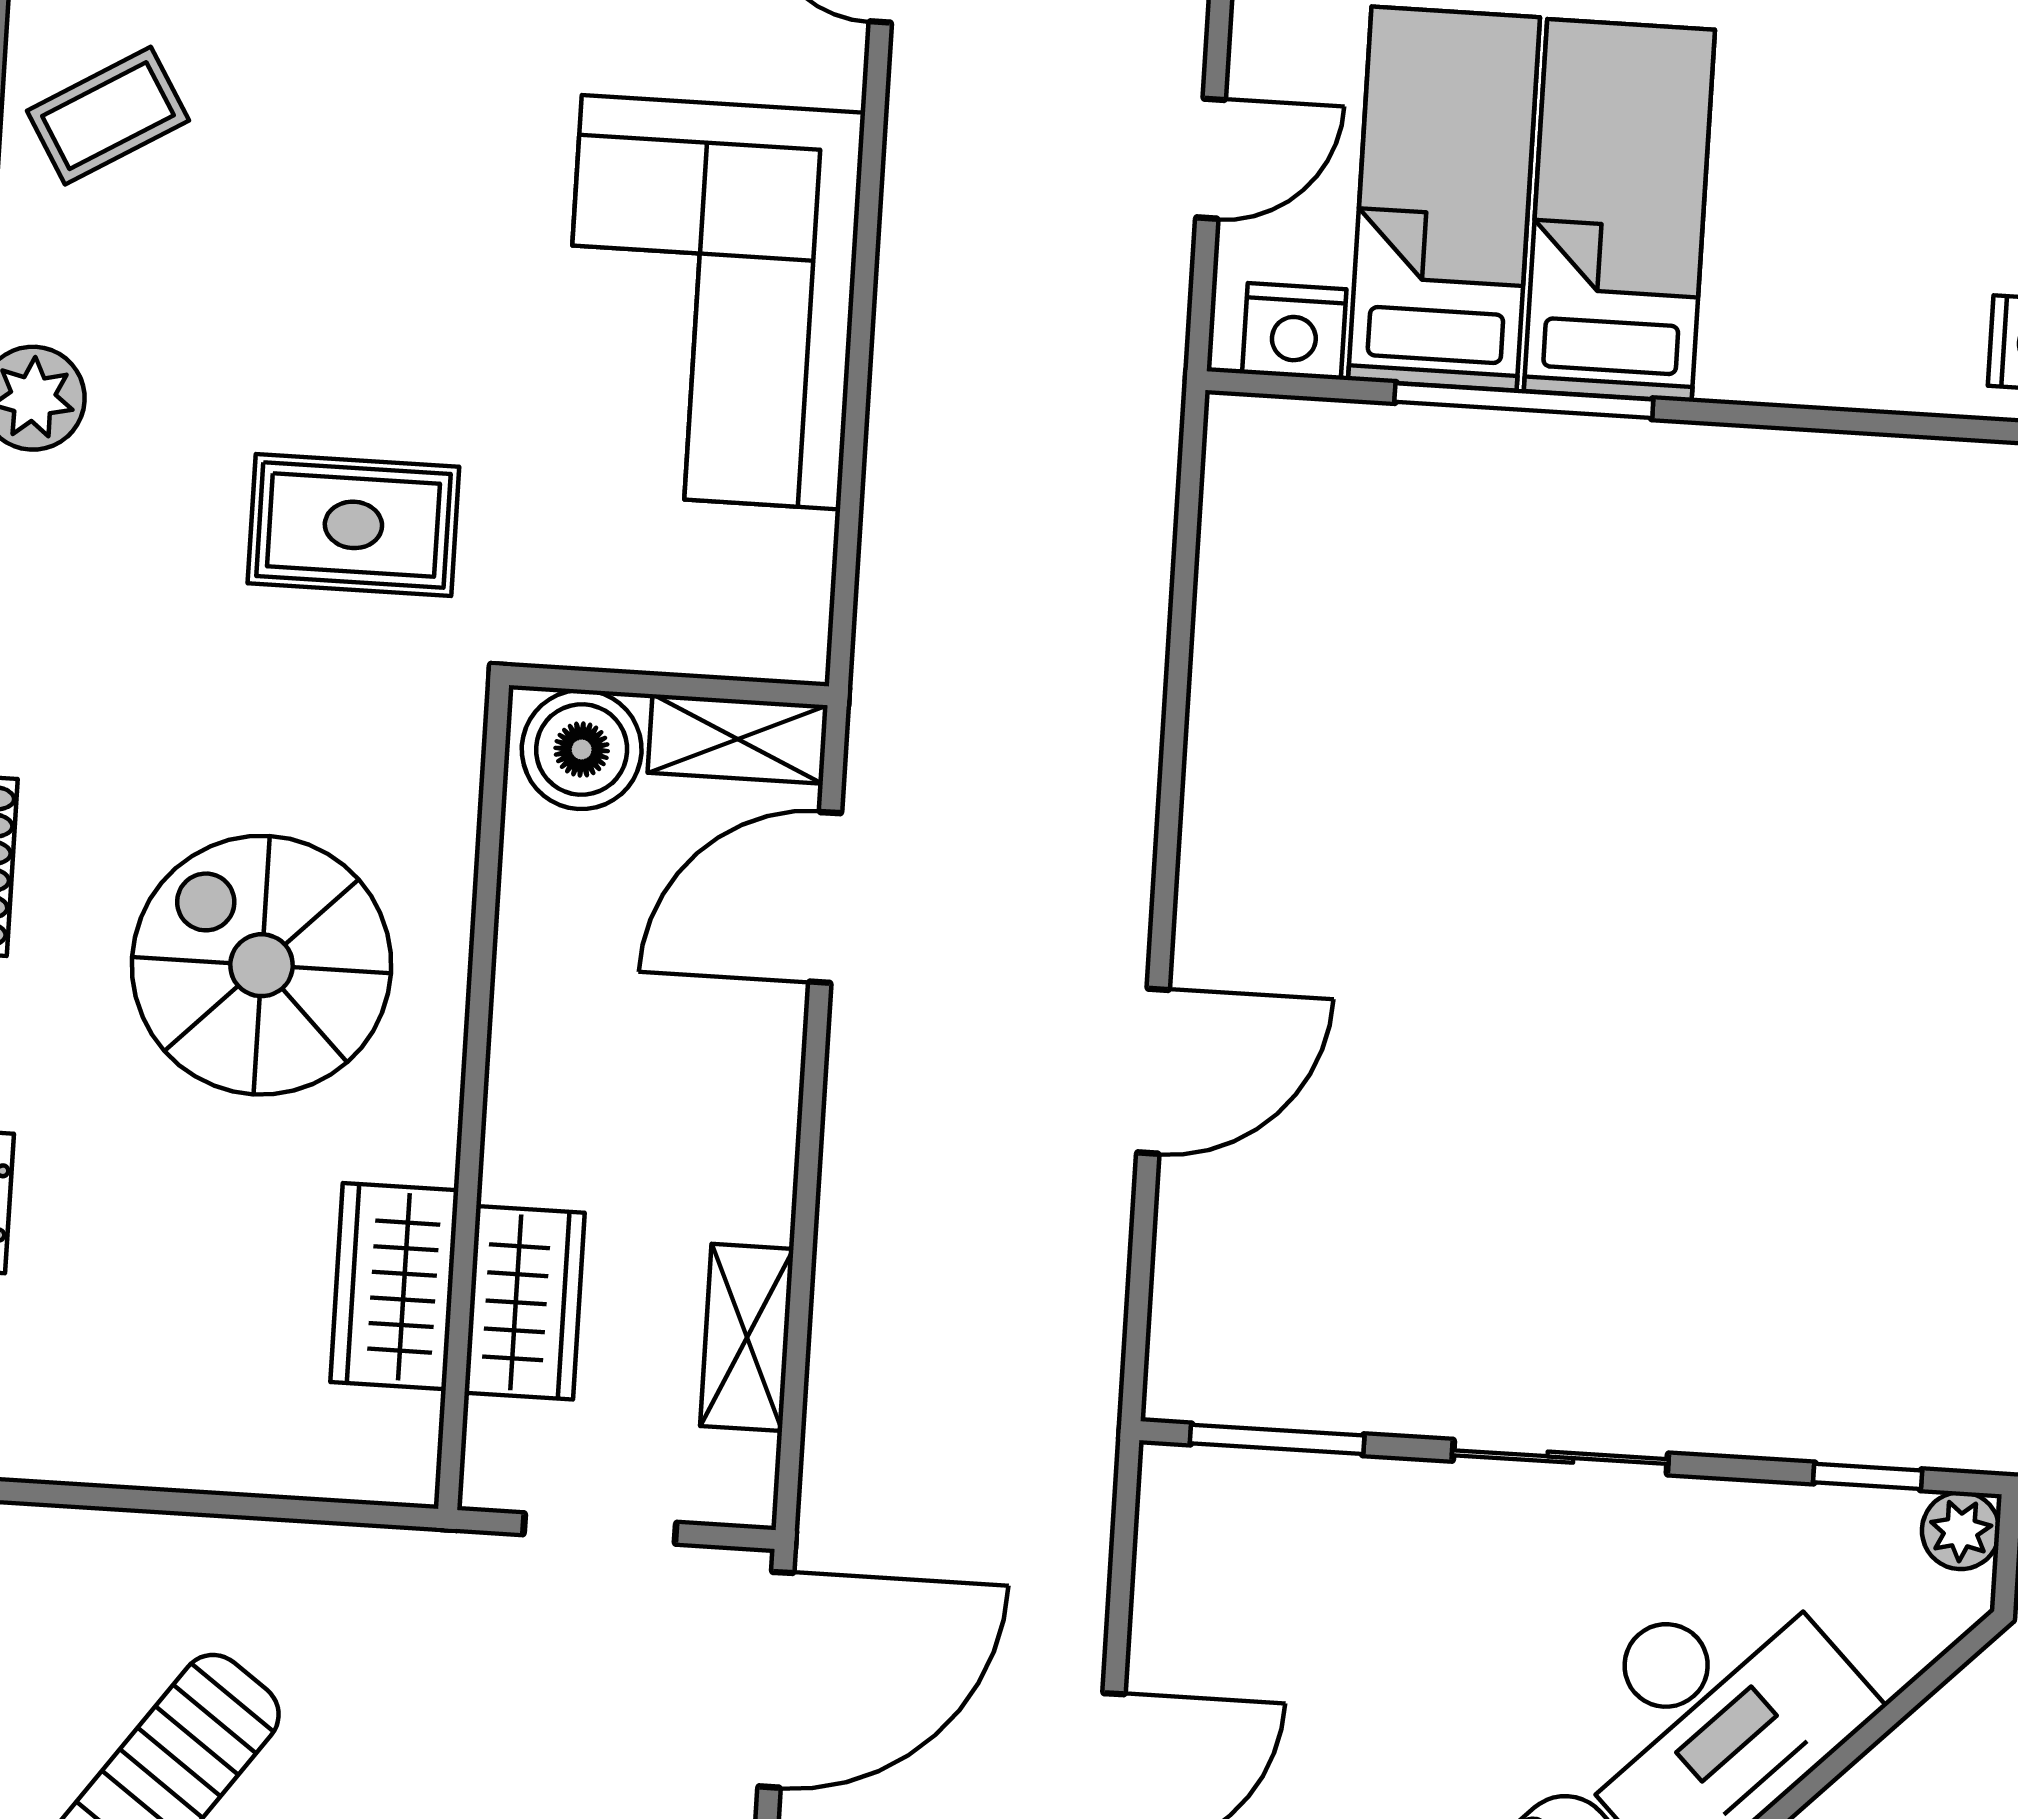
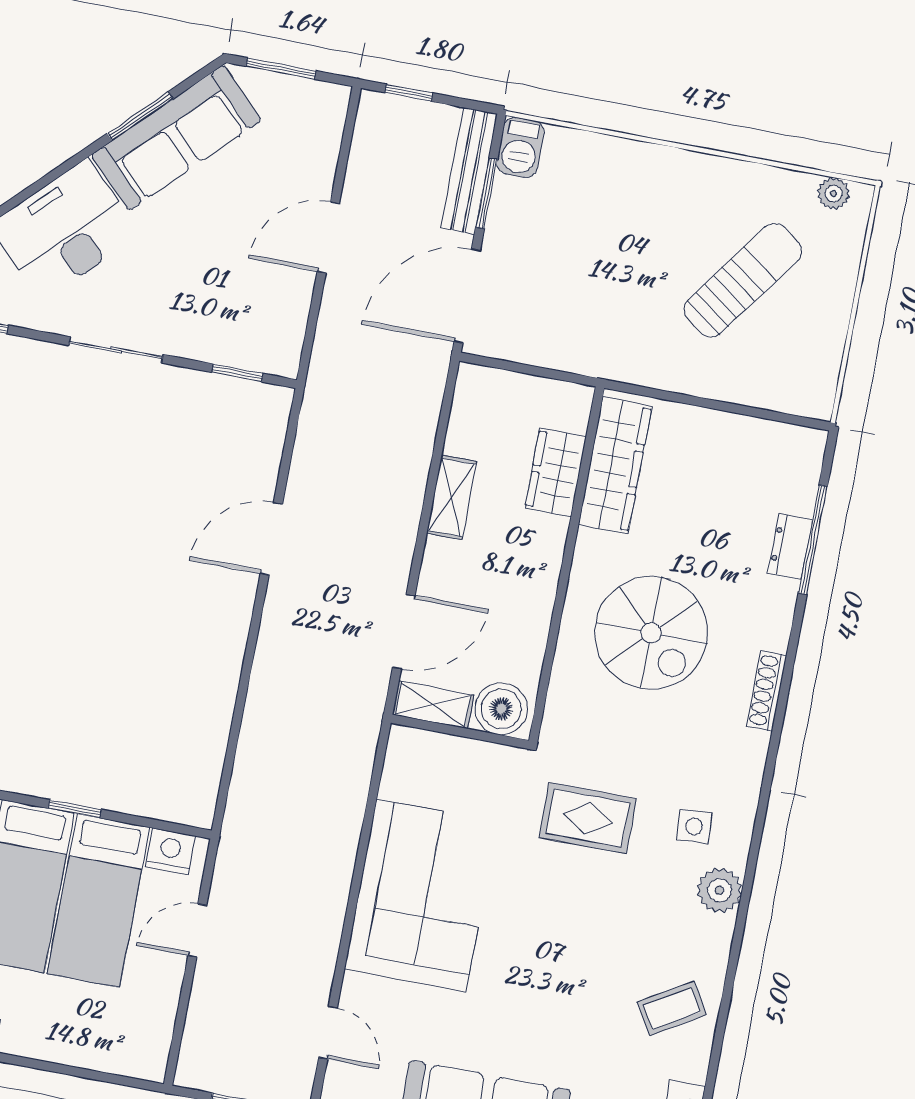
window: (1524, 401) -> (75, 809), width x0.46
side table: (109, 536) -> (694, 826), added
wardrobe: (394, 1286) -> (615, 465), width x1.50
shelving: (747, 1337) -> (452, 497), moved
window: (1277, 1439) -> (237, 373), width x0.67
doorway: (600, 1528) -> (535, 371), removed

